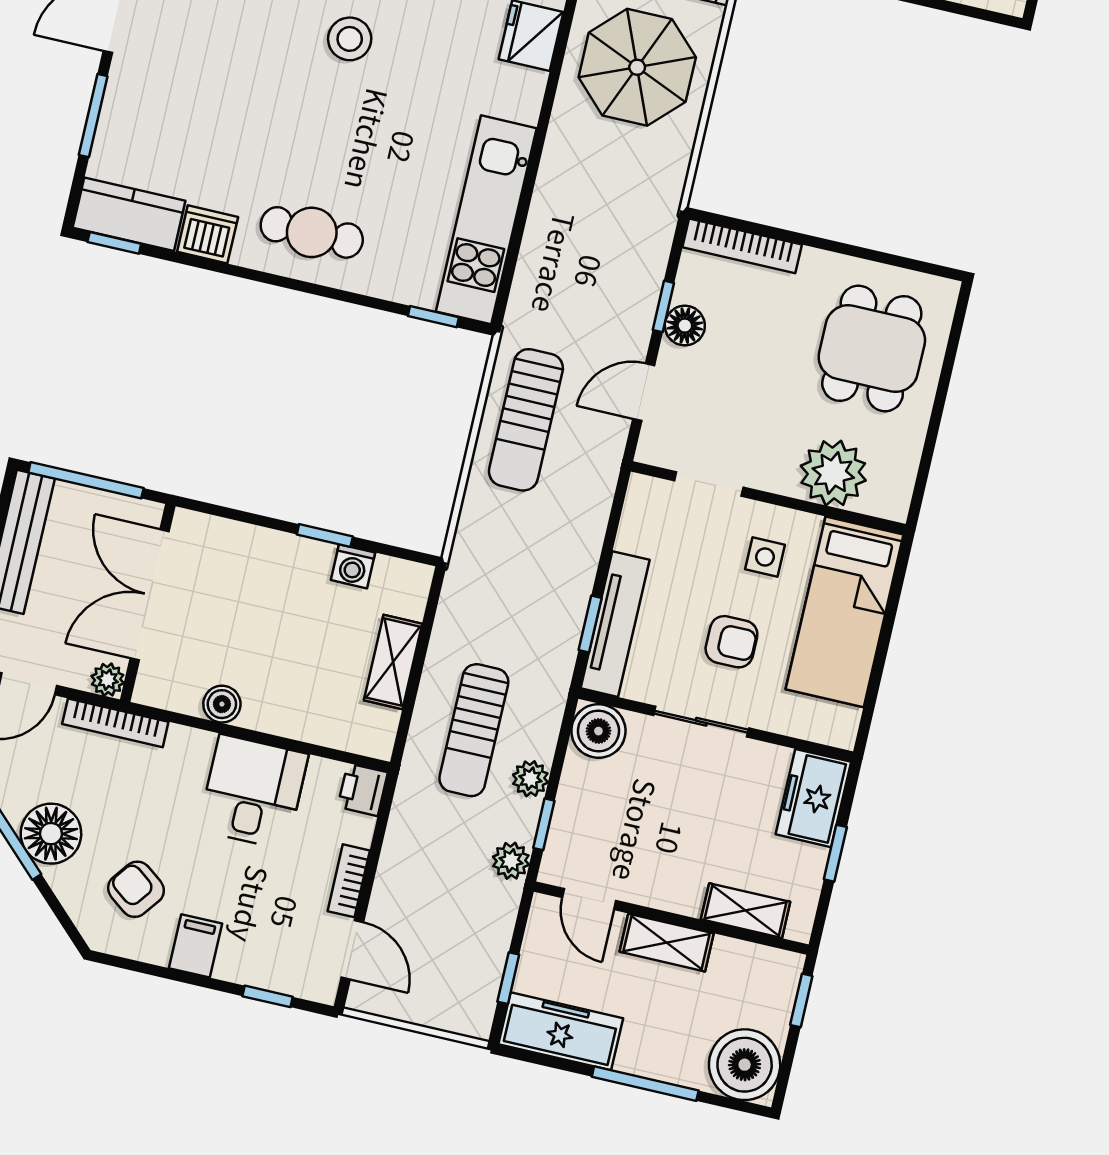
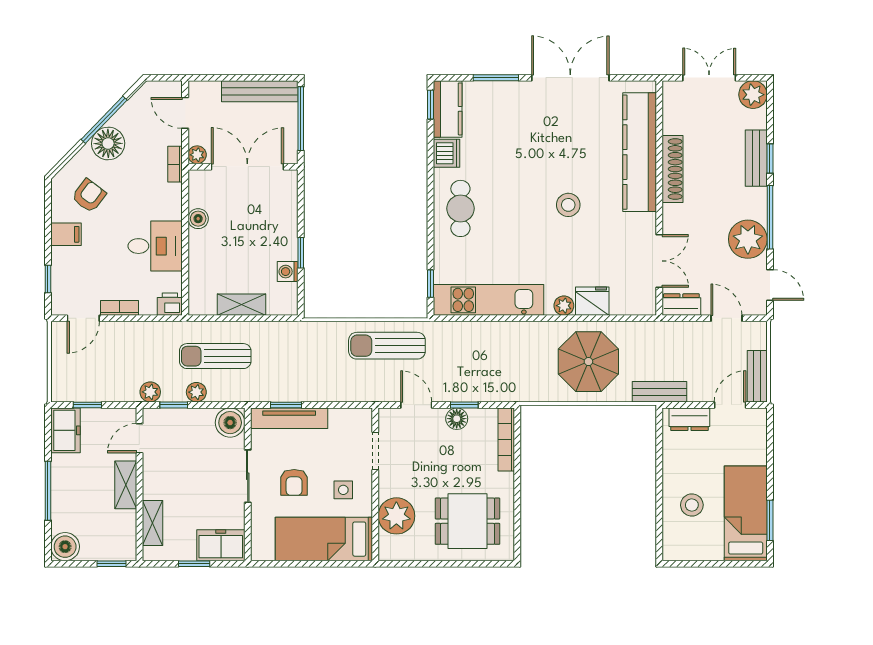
plant: (527, 88) -> (564, 306), added
bookcase: (115, 723) -> (175, 164), width x0.64
freezer: (561, 1031) -> (66, 430), width x0.71
boiler: (745, 1065) -> (65, 547), width x0.73, depth x0.73

